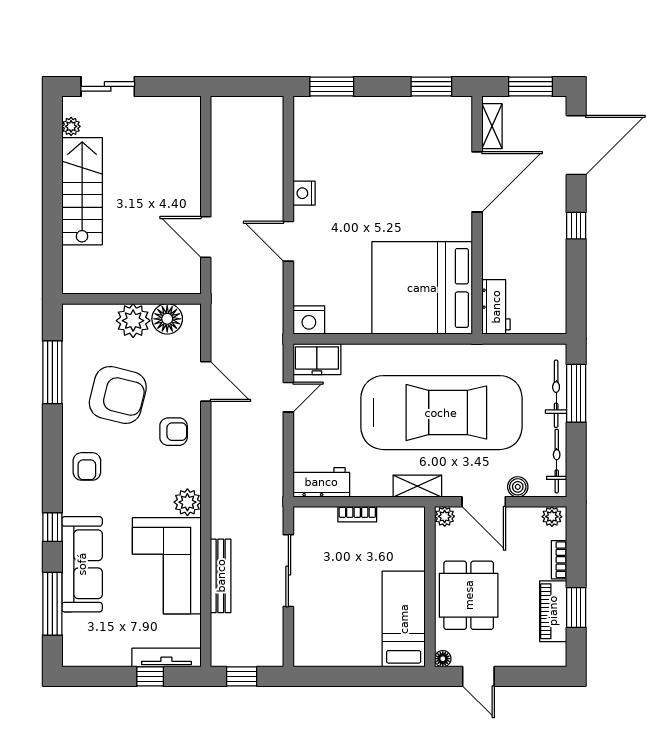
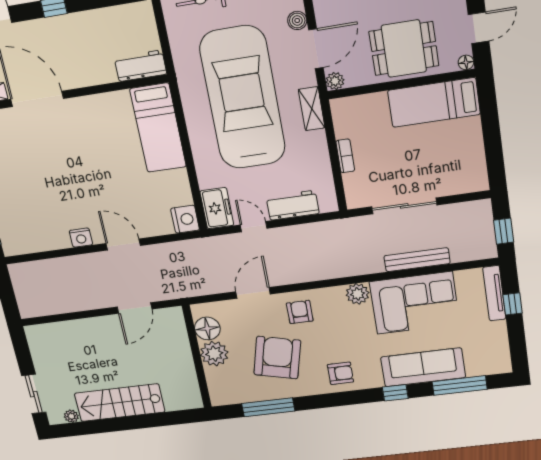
door: (288, 241) -> (123, 244), swing flipped
bed: (422, 288) -> (158, 128), width x0.49
workbench: (321, 482) -> (293, 205), moved, turned 90

